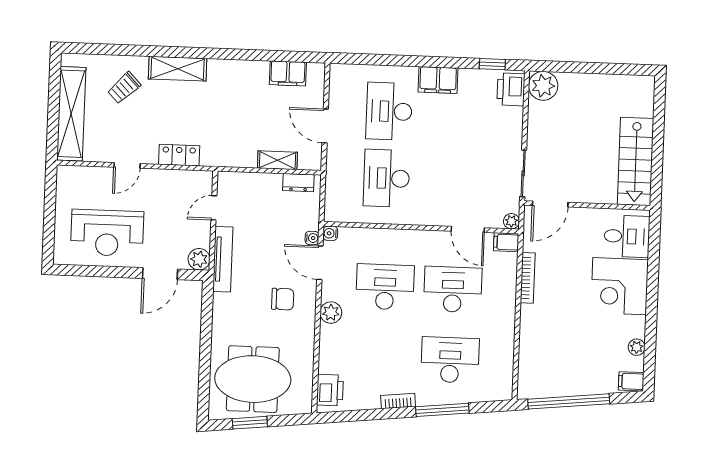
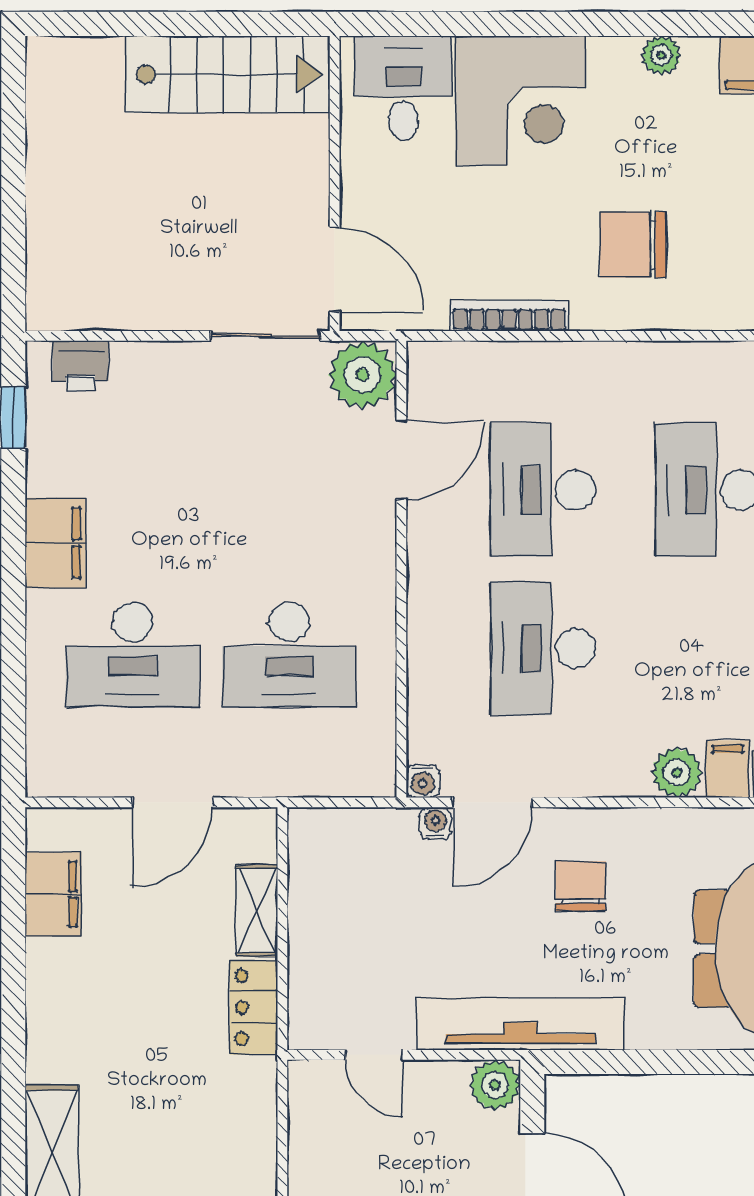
plant: (543, 86) -> (59, 297), removed
printer: (511, 89) -> (81, 366), width x0.73, depth x0.81
locker: (179, 155) -> (254, 1007), moved
dresser: (298, 183) -> (307, 860), removed
plant: (511, 221) -> (362, 375), width x1.87, depth x1.87
filing cabinet: (506, 242) -> (727, 769), moved, turned 180
tv unit: (223, 259) -> (521, 1024), width x1.36, depth x1.29
plant: (331, 313) -> (677, 772), moved
chair: (556, 332) -> (633, 245), added

